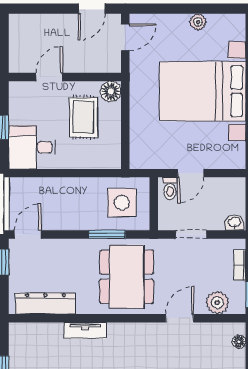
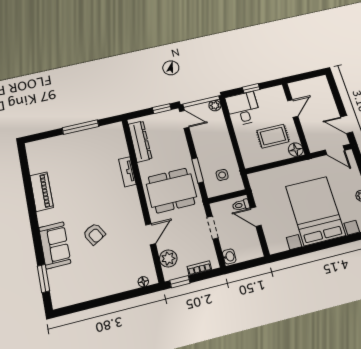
door: (49, 77) -> (293, 109), hinge flipped
plant: (17, 186) -> (215, 105), added
side table: (122, 203) -> (222, 175), width x0.54, depth x0.54
door: (180, 318) -> (151, 234), hinge flipped

